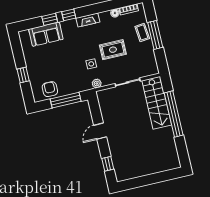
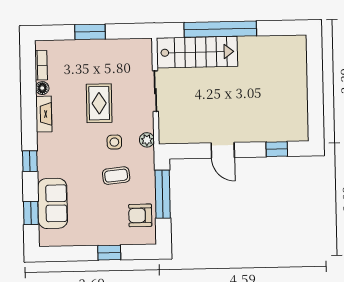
window: (50, 19) -> (31, 213), moved
fireplace: (88, 20) -> (44, 114), moved
coffee table: (142, 32) -> (116, 176), moved
window: (155, 35) -> (90, 32), width x0.69

